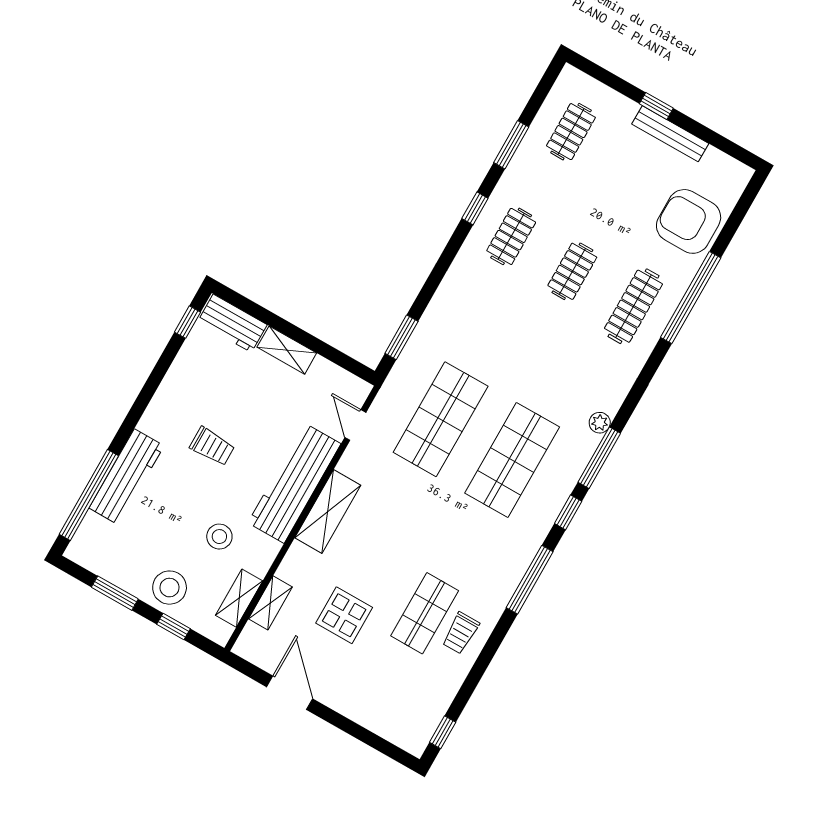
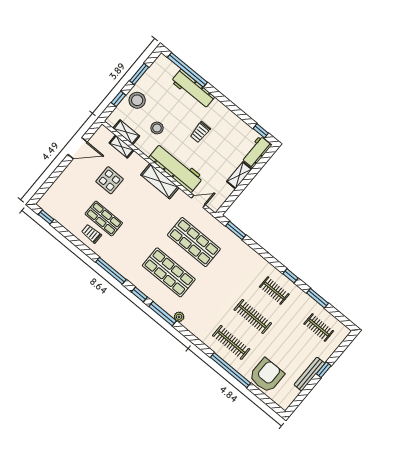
clothes rail: (572, 271) -> (253, 316), width x1.36

